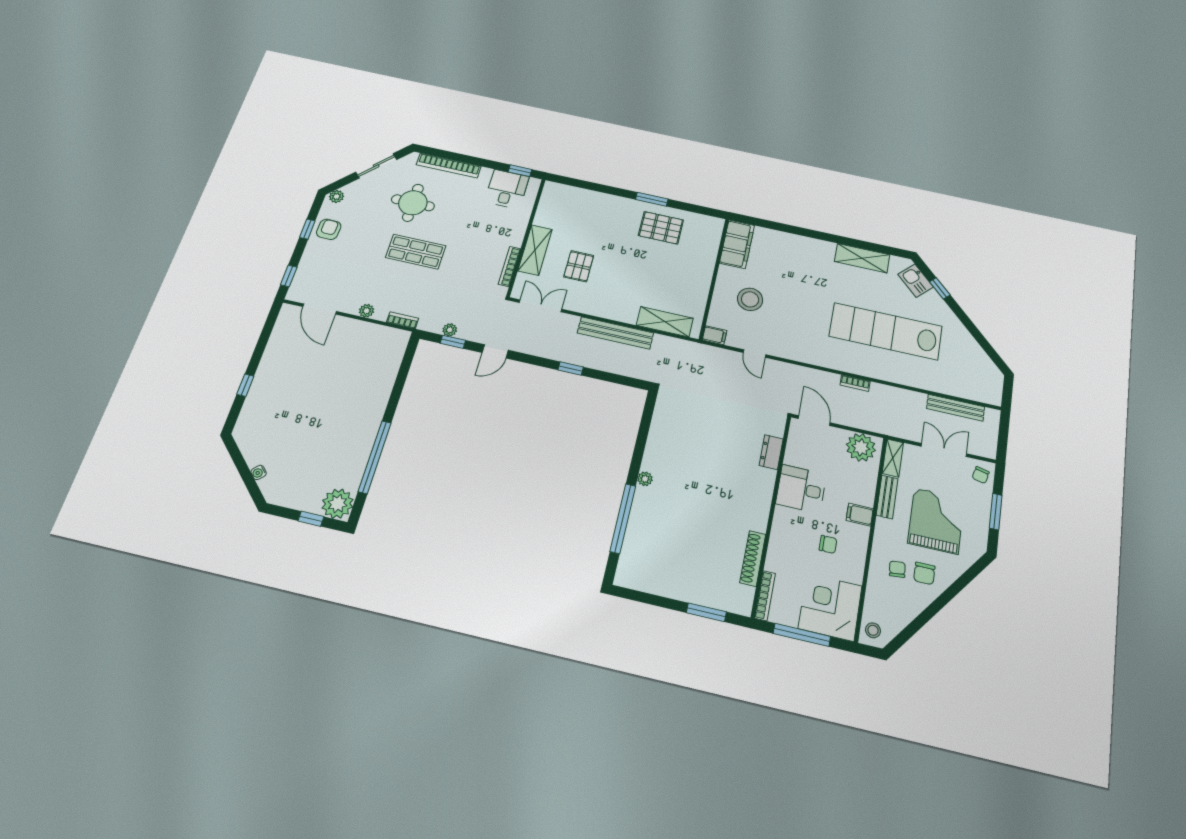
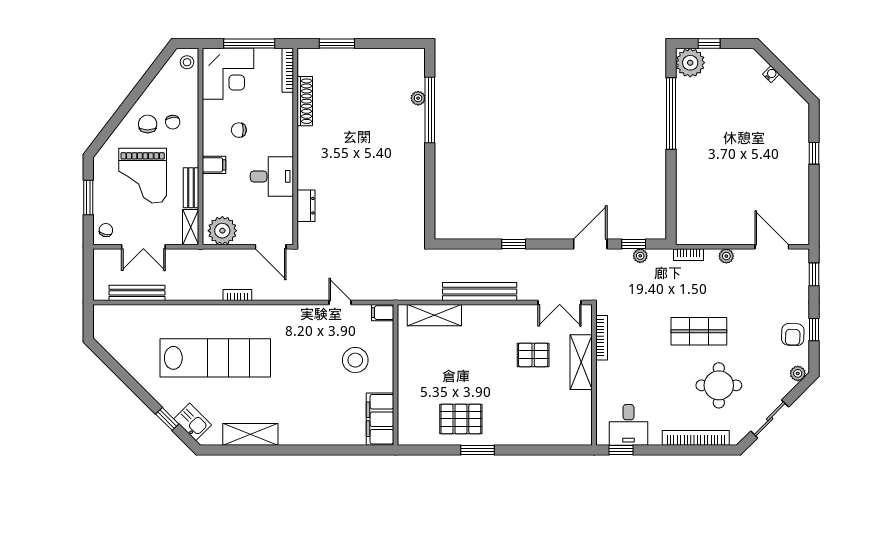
pallet: (579, 266) -> (533, 355), turned 90
door: (495, 351) -> (590, 244), width x1.38
plant: (645, 479) -> (418, 98), moved

